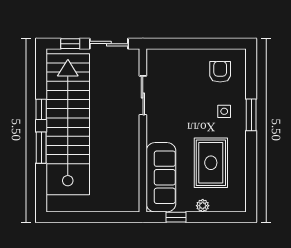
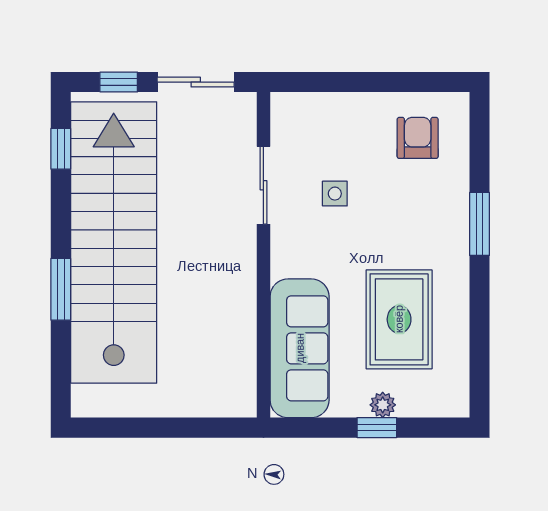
window: (41, 109) -> (61, 149), moved
side table: (224, 111) -> (335, 194), moved
window: (176, 217) -> (377, 428), moved

